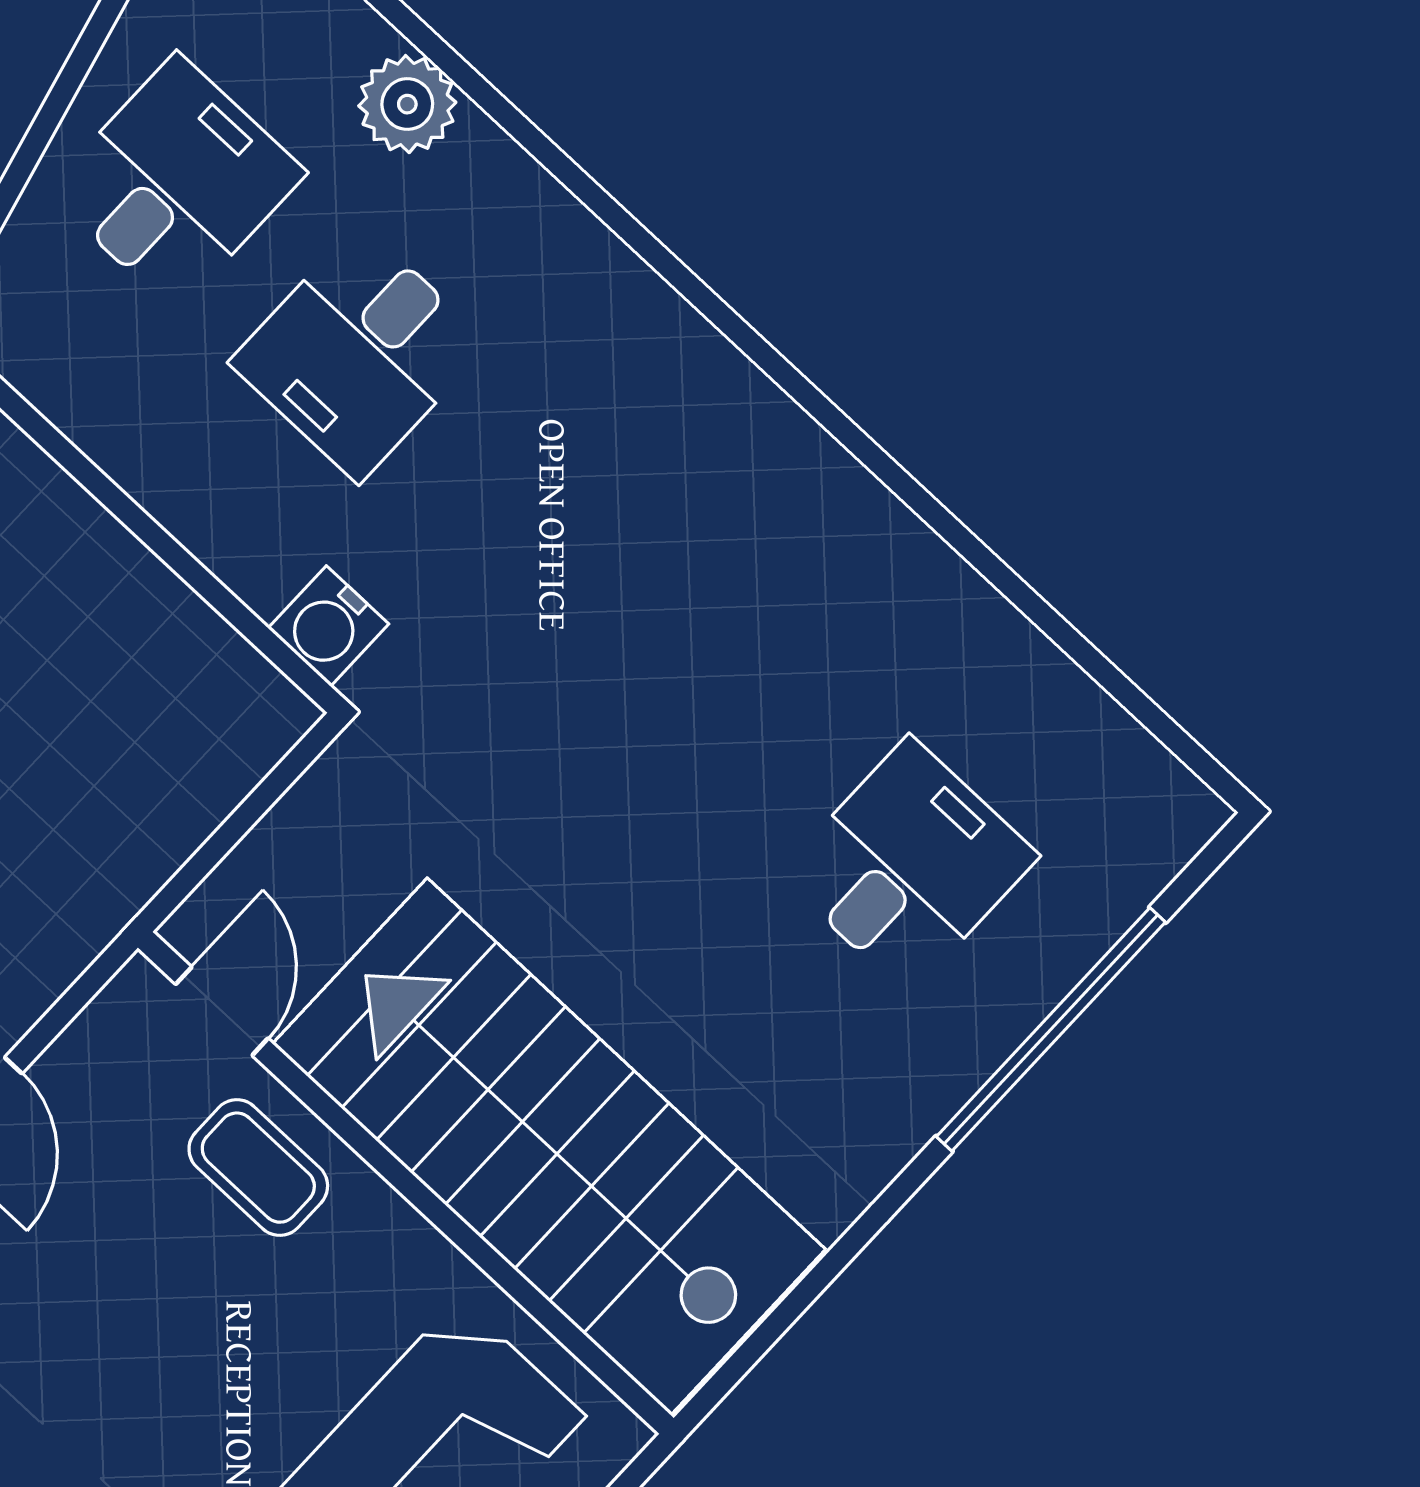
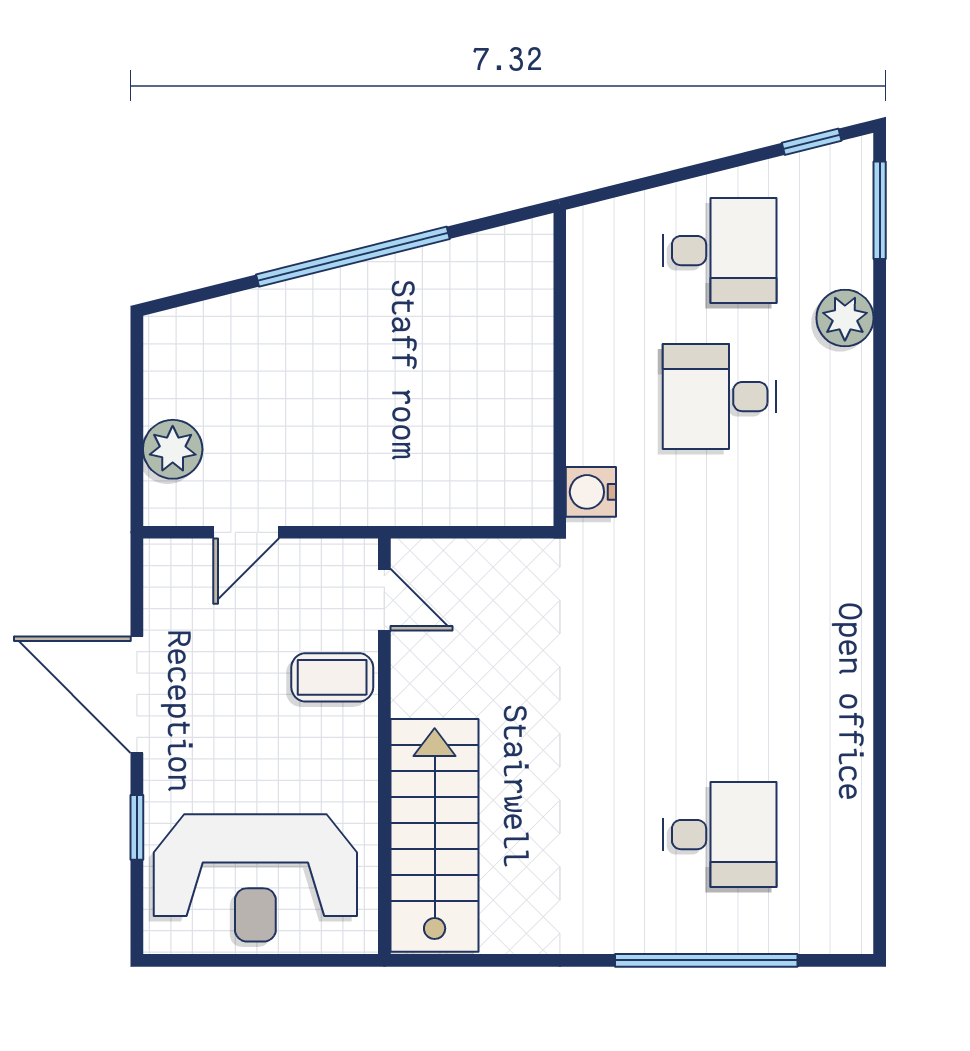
door: (222, 1011) -> (384, 600), hinge flipped
stairs: (549, 1146) -> (435, 835), width x0.73, depth x0.66
coffee table: (258, 1168) -> (332, 677), turned 90

